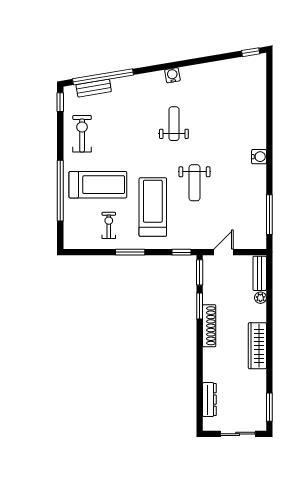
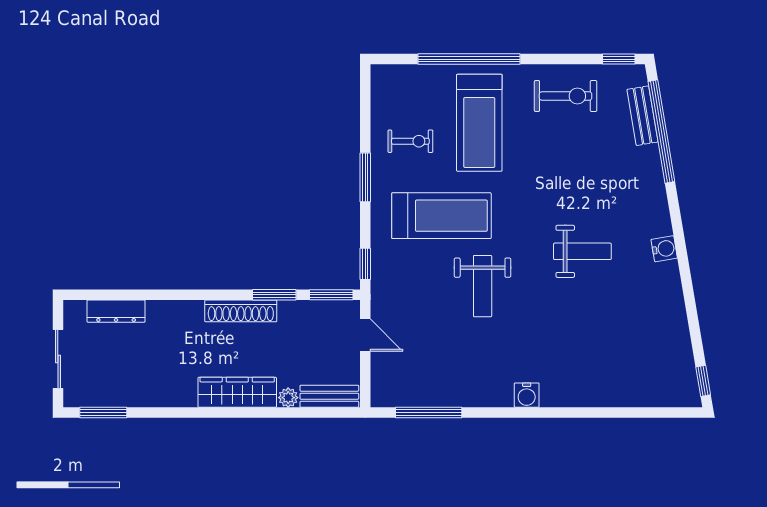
weight bench: (195, 183) -> (483, 286), turned -90
wardrobe: (257, 346) -> (237, 392), moved

